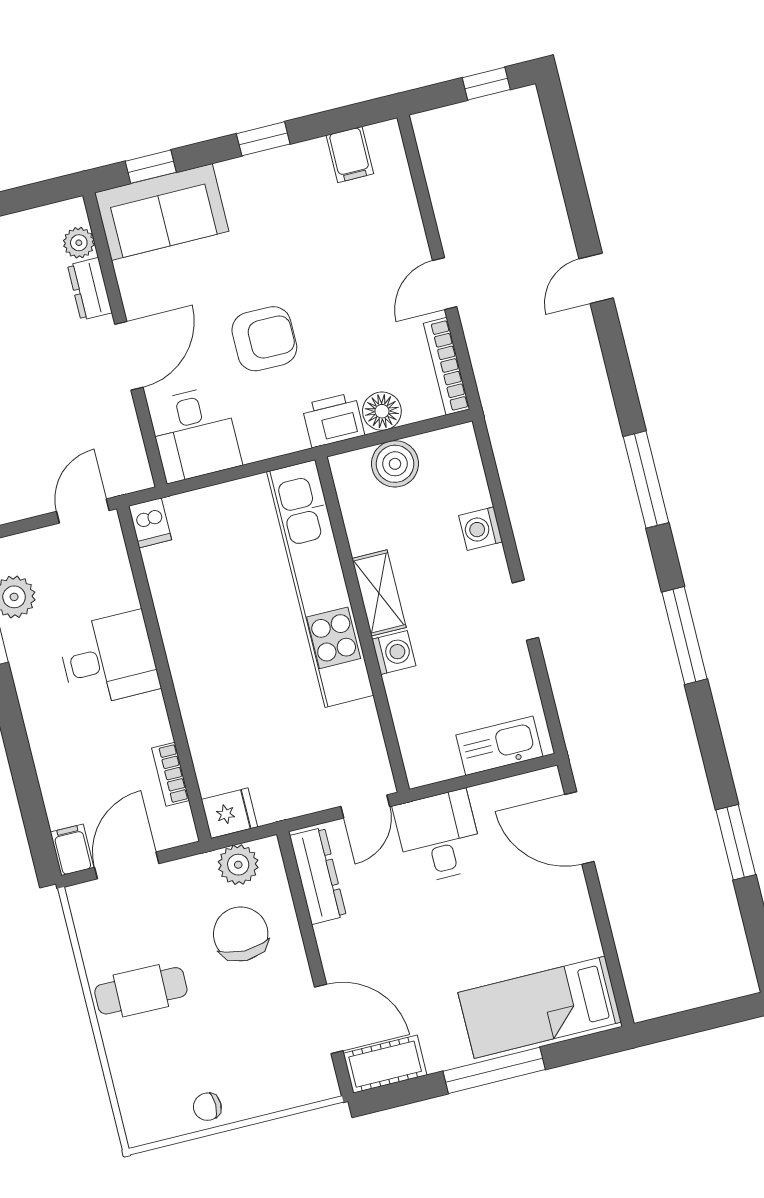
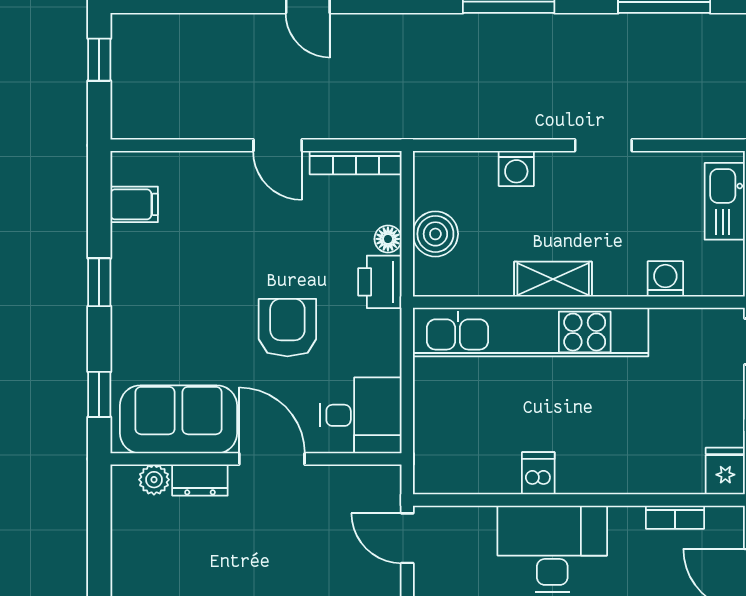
sofa: (162, 212) -> (179, 419), moved, turned -90
floor lamp: (382, 411) -> (388, 239), width x0.73, depth x0.73
dishwasher: (150, 523) -> (538, 473), moved, turned -90
washing machine: (394, 653) -> (665, 279), moved
desk: (109, 659) -> (552, 549), width x1.37

